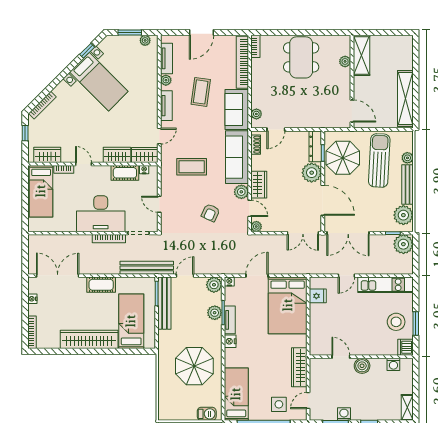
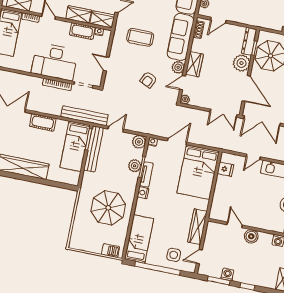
door: (250, 208) -> (182, 83), swing flipped
bed: (131, 321) -> (75, 146), moved, turned 180

